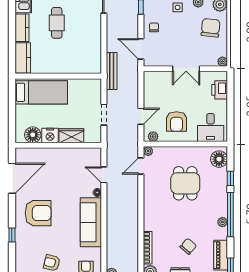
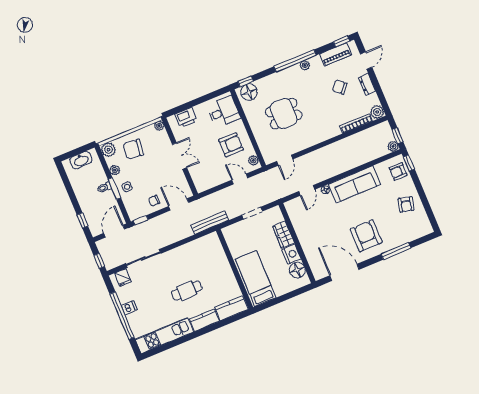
door: (141, 49) -> (179, 204), swing flipped
plant: (148, 151) -> (269, 159), removed
door: (141, 166) -> (285, 160), hinge flipped
window: (230, 178) -> (246, 81), moved
window: (12, 235) -> (396, 251), width x2.17

